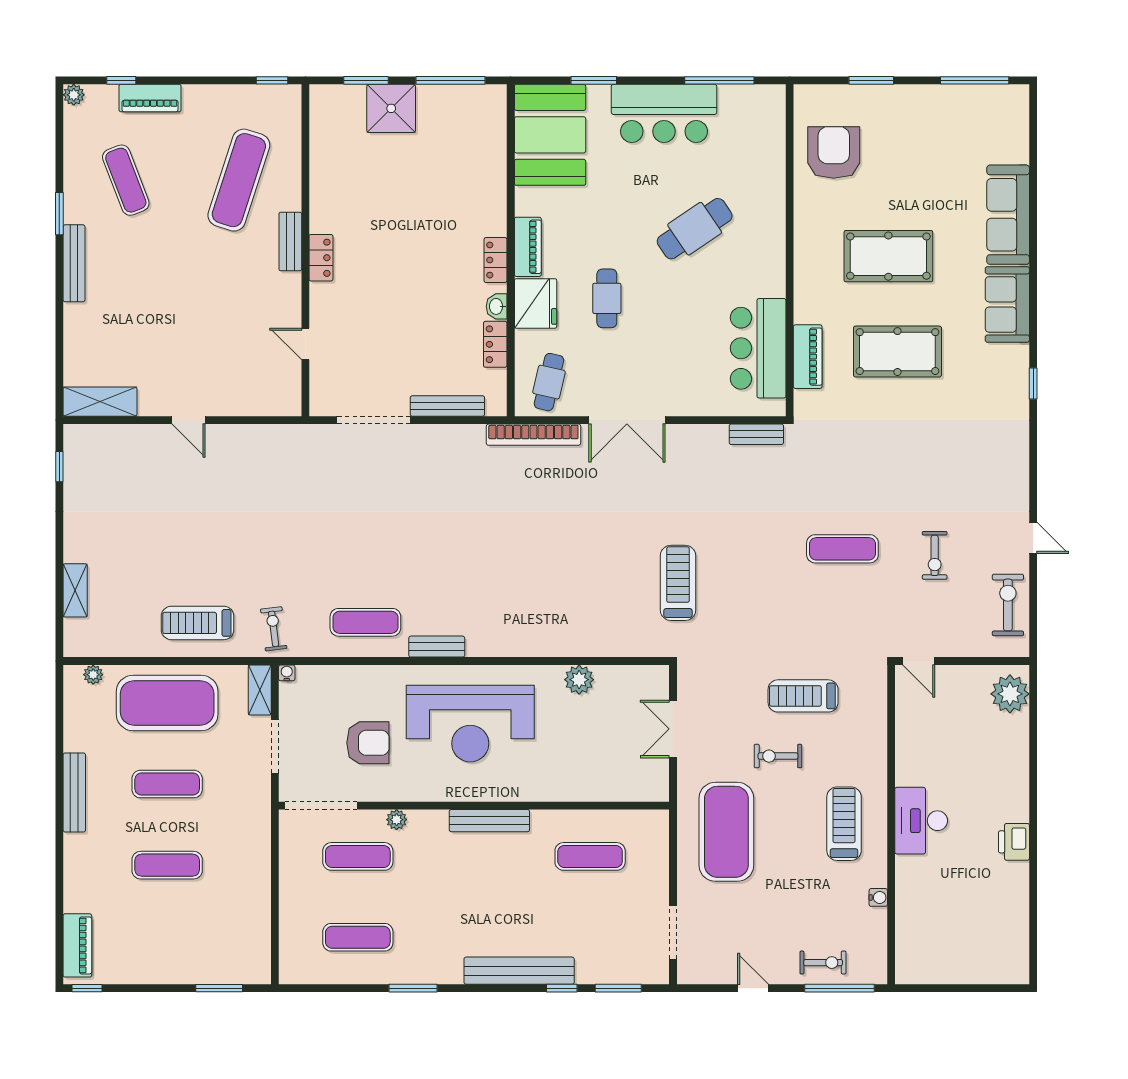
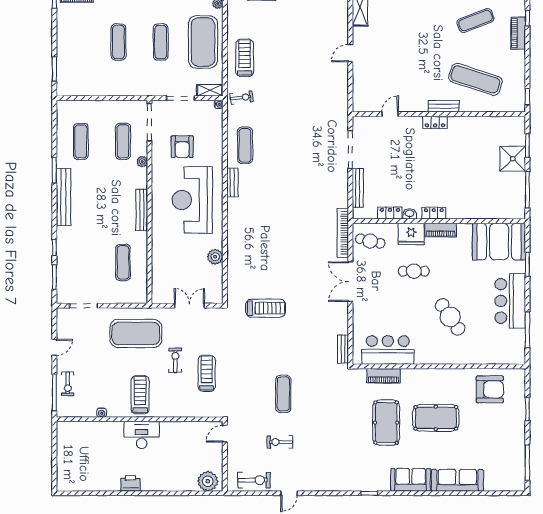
pool table: (888, 256) -> (436, 418), turned 90
treadmill: (844, 824) -> (140, 395), turned -90
bench: (519, 971) -> (63, 197), moved

